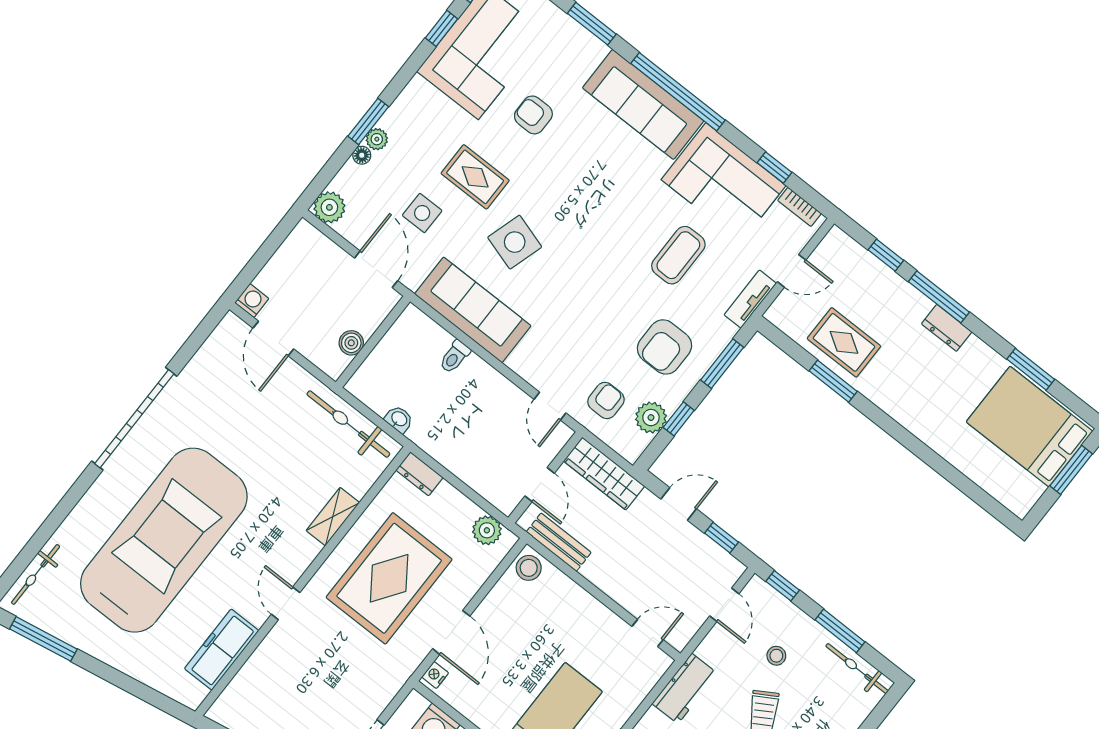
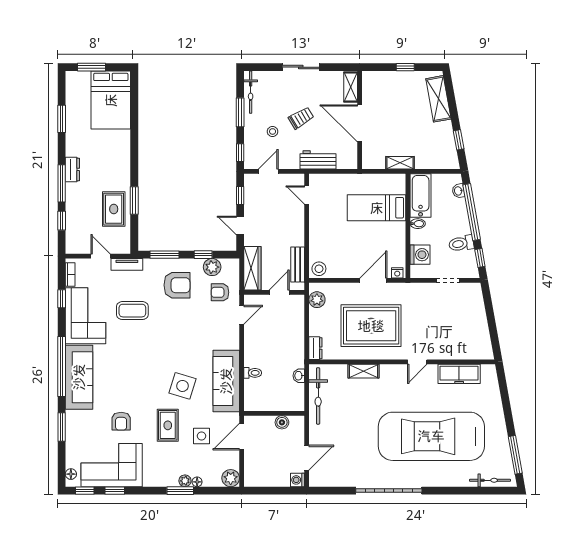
bed: (1029, 427) -> (111, 100), moved

